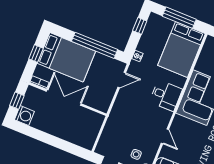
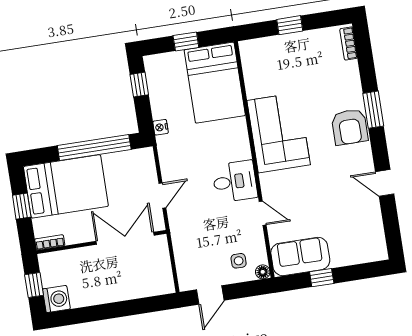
window: (179, 18) -> (186, 41), width x0.46
door: (122, 80) -> (162, 195), moved
desk: (166, 95) -> (235, 181), moved
double door: (64, 98) -> (125, 238), moved

